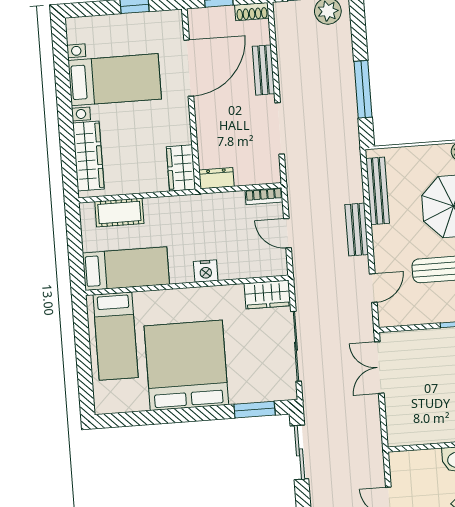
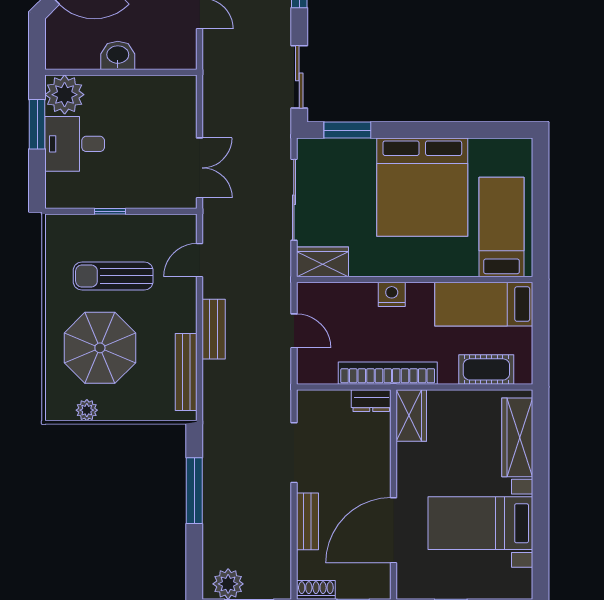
bookcase: (264, 196) -> (388, 373), moved, width x2.31, depth x1.31

